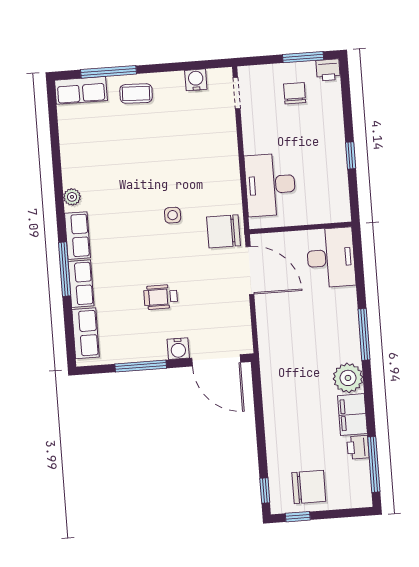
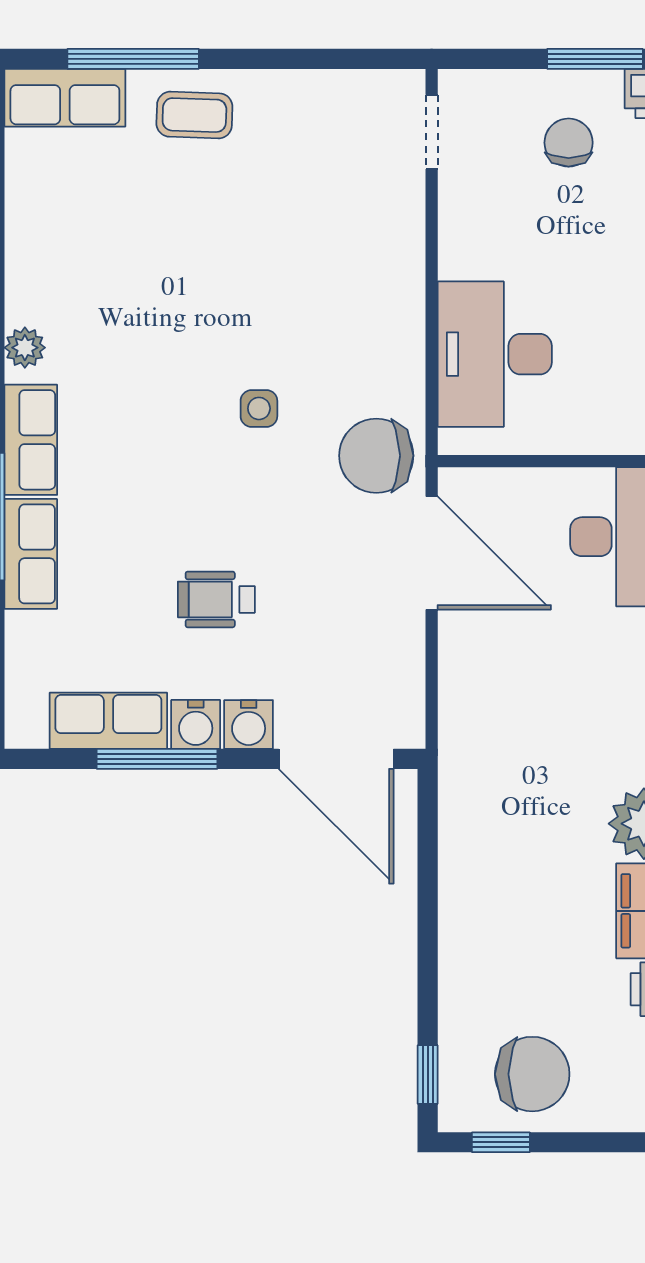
water cooler: (196, 80) -> (196, 724), moved, turned 180
row of seats: (86, 333) -> (108, 721), moved, turned -90

